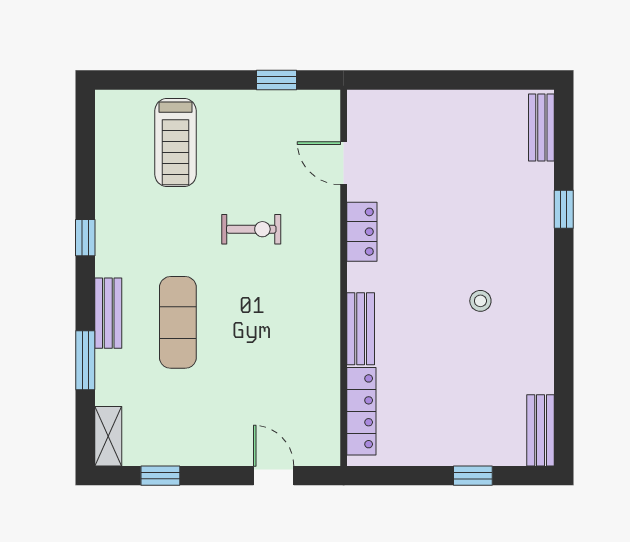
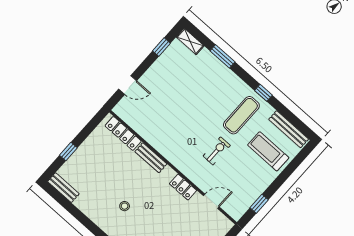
exercise bike: (251, 229) -> (217, 151), turned 180
bench: (108, 313) -> (289, 129), moved, width x1.36
exercise mat: (178, 322) -> (241, 115), moved, turned 90

